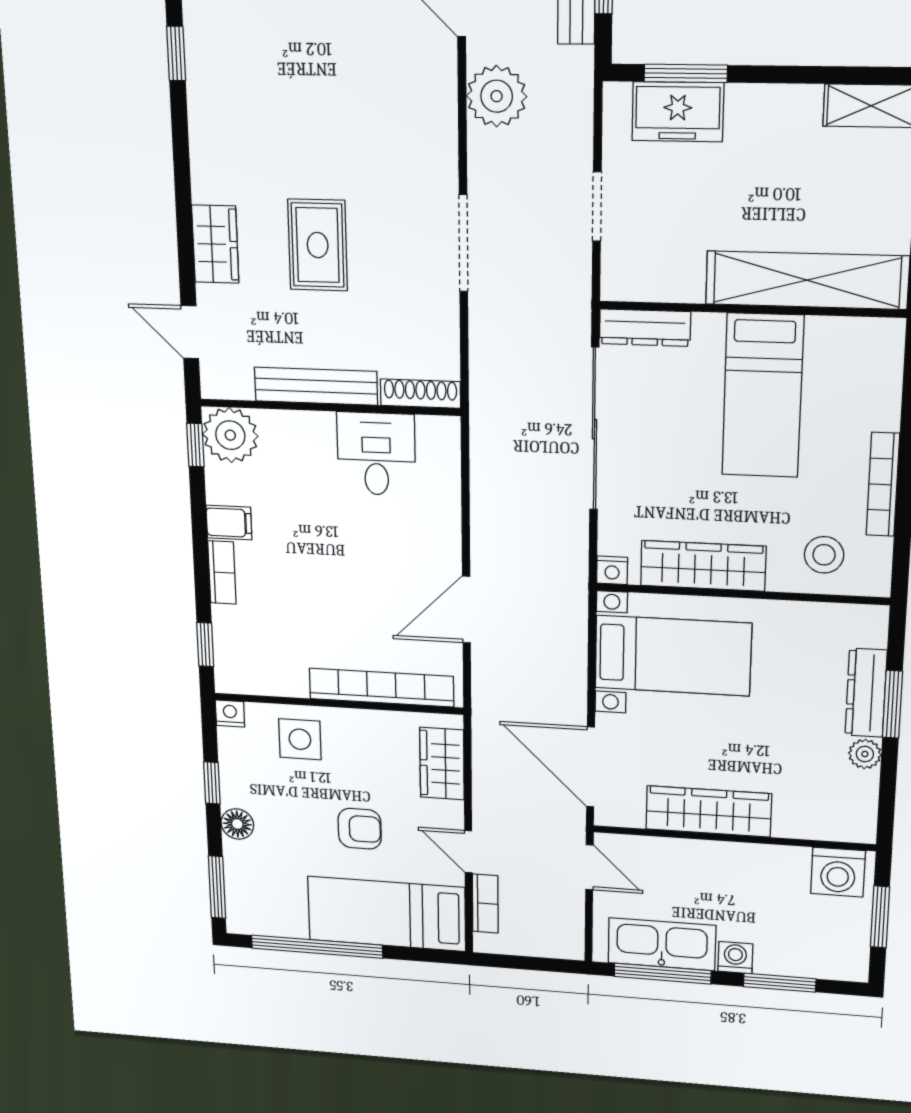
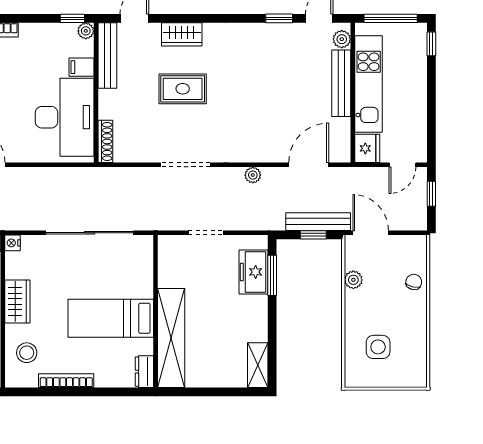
plant: (497, 96) -> (253, 175), width x0.53, depth x0.53
dresser: (645, 328) -> (144, 372), moved, width x0.70
bench: (316, 386) -> (107, 56), moved
plant: (230, 435) -> (86, 31), width x0.53, depth x0.53
desk: (376, 454) -> (65, 117), width x1.87, depth x1.30
filing cabinet: (229, 523) -> (82, 67), moved, turned 90
wardrobe: (703, 566) -> (17, 301), width x0.67

